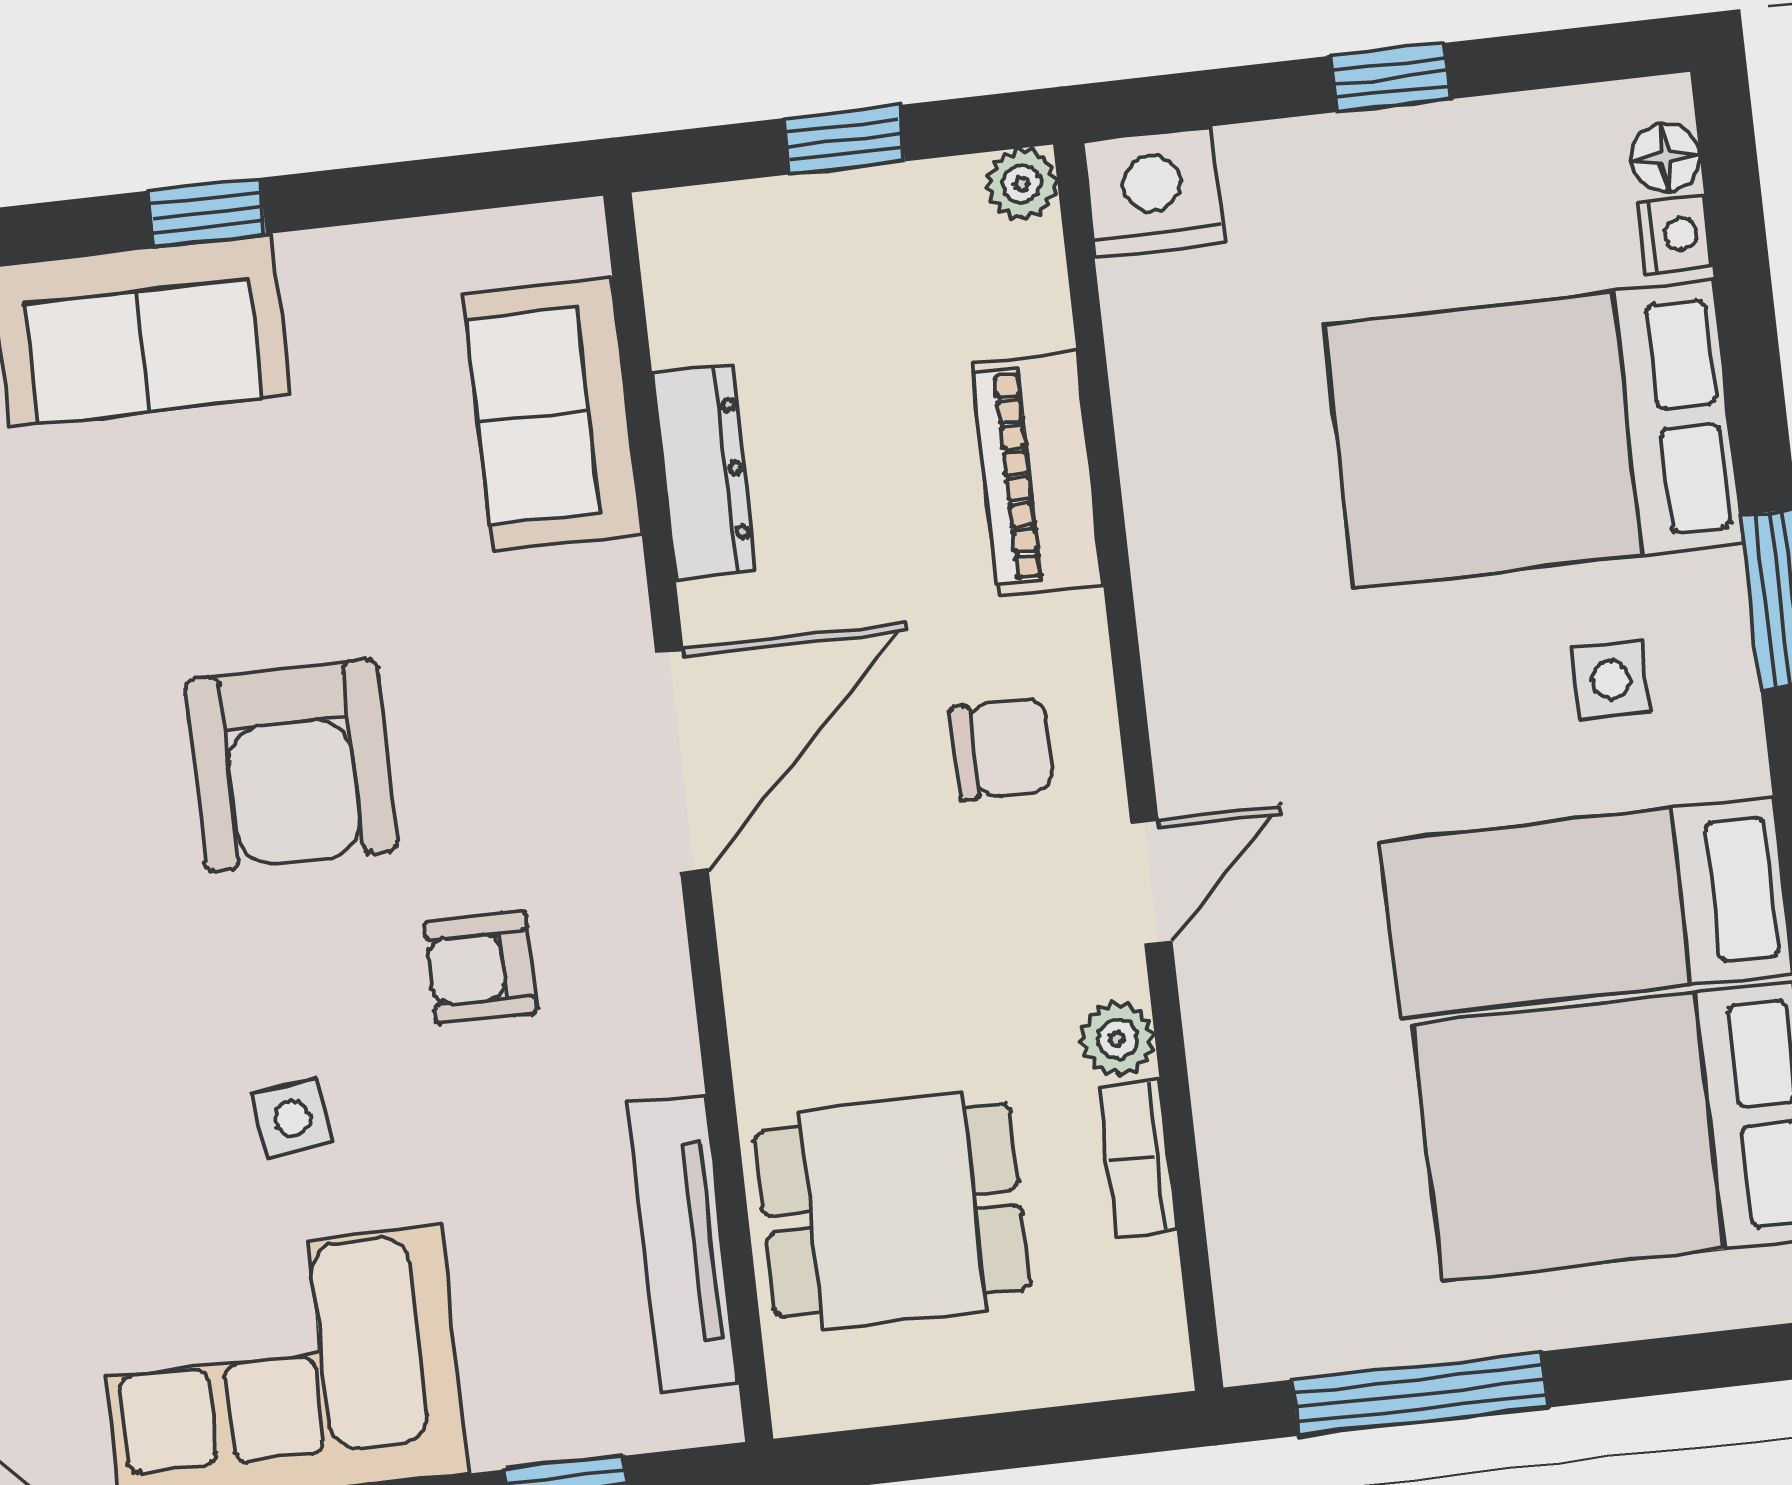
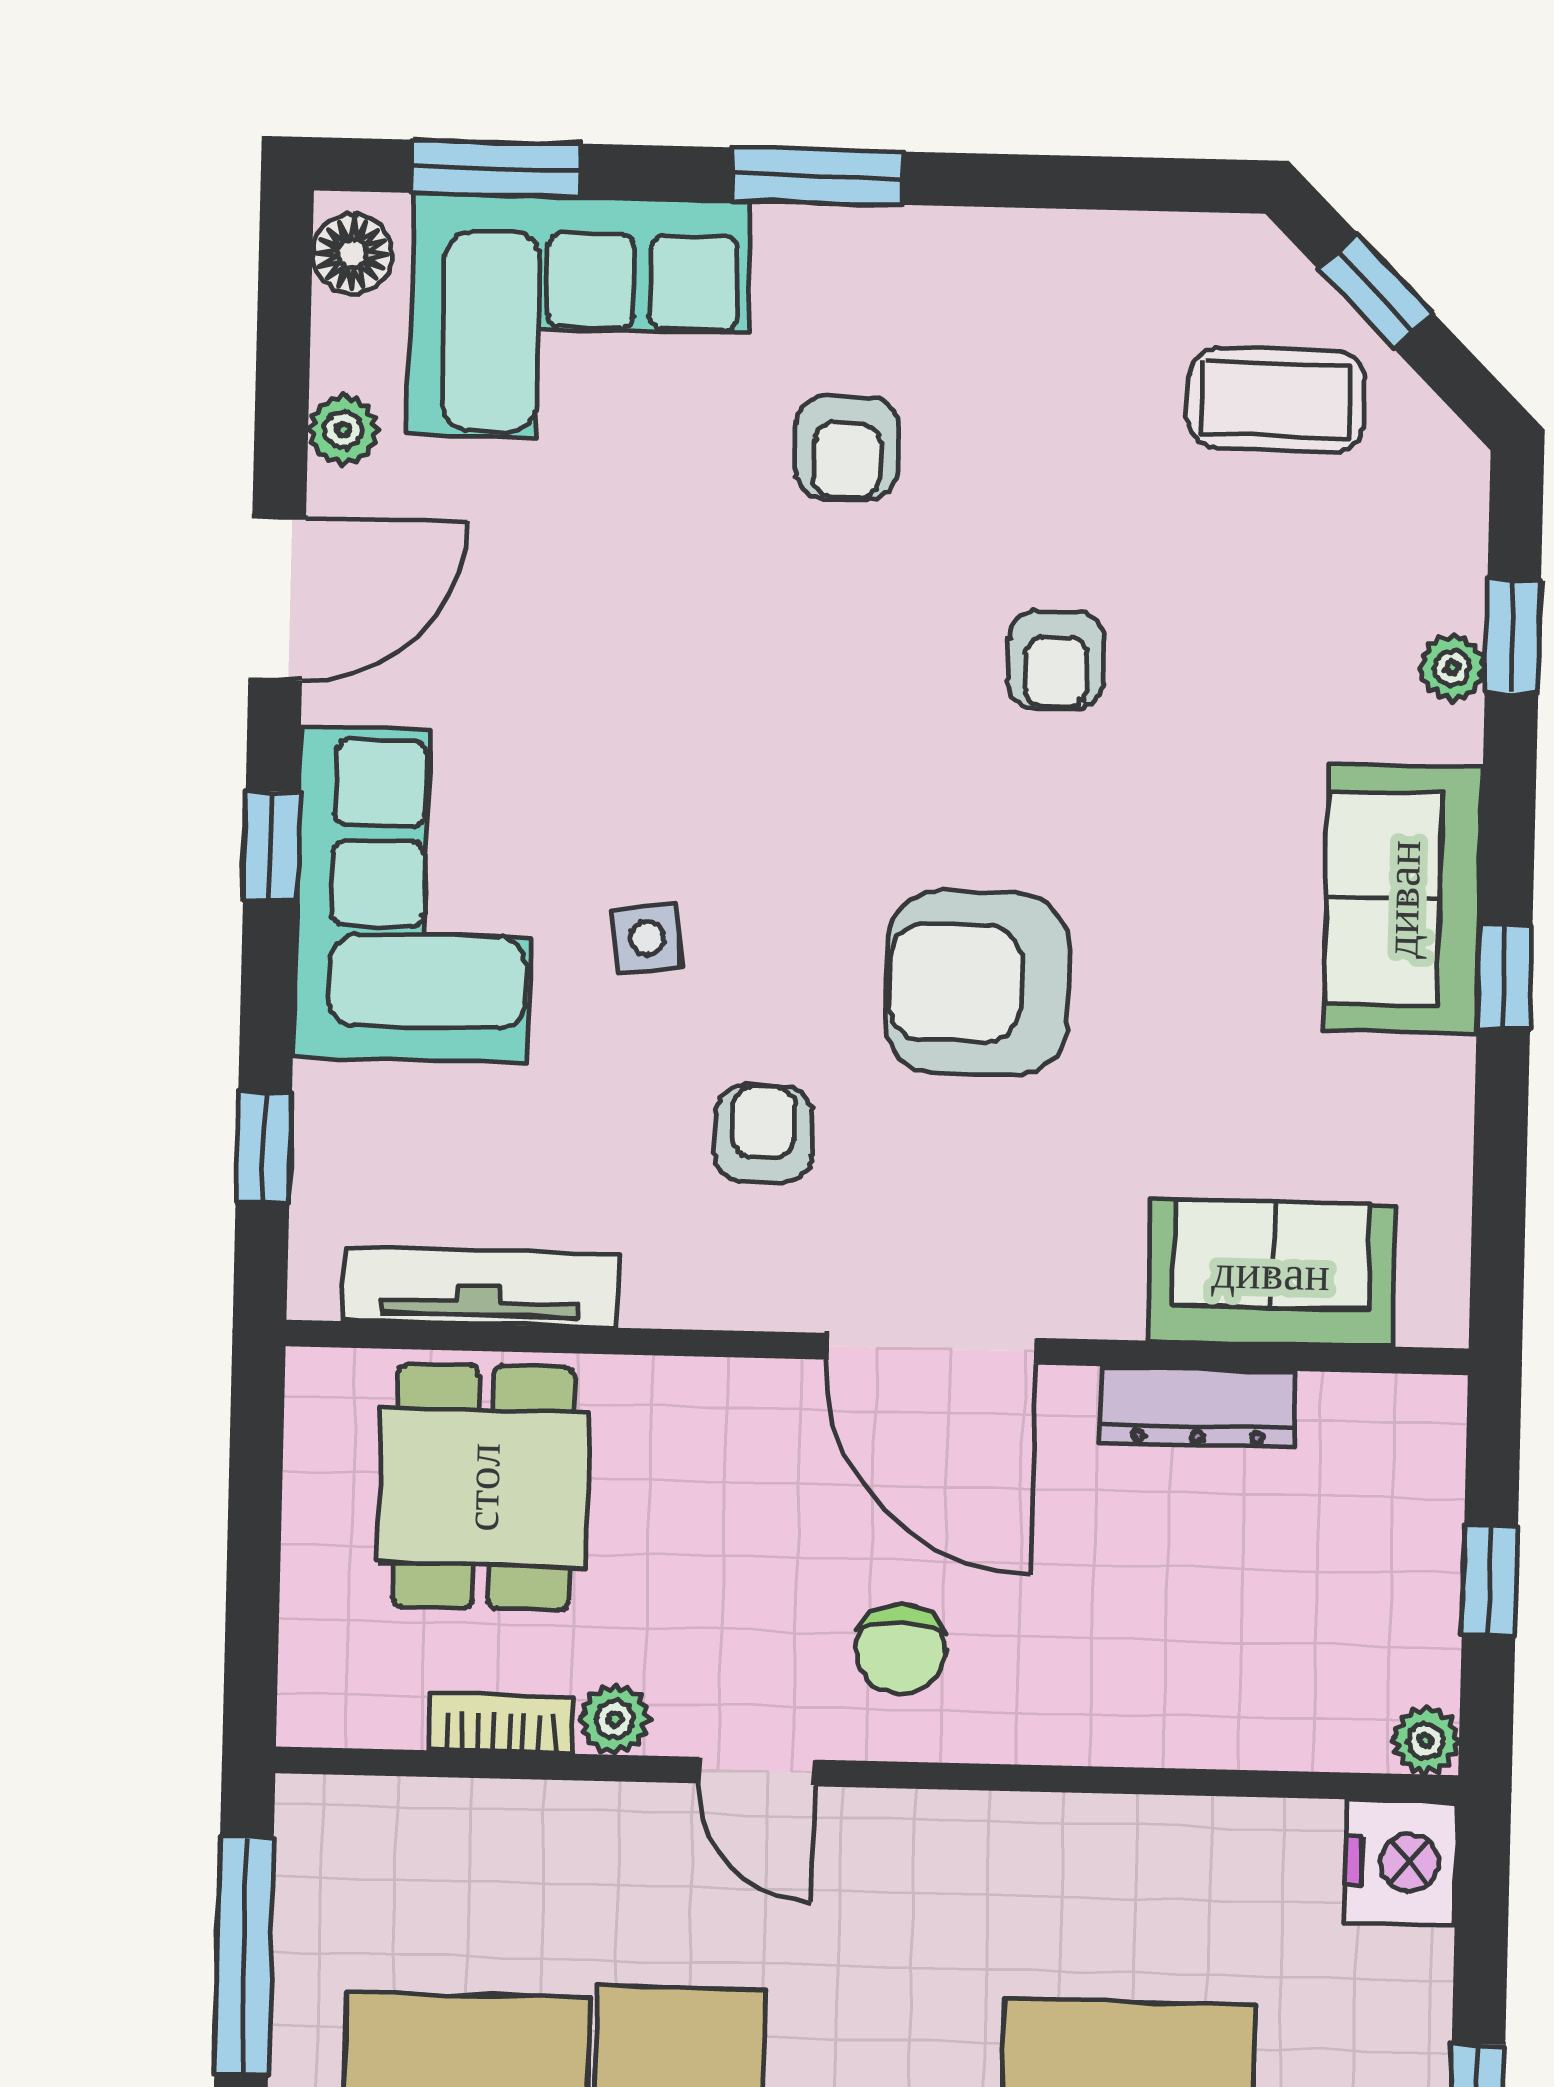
piano: (1037, 474) -> (1153, 1718), removed

